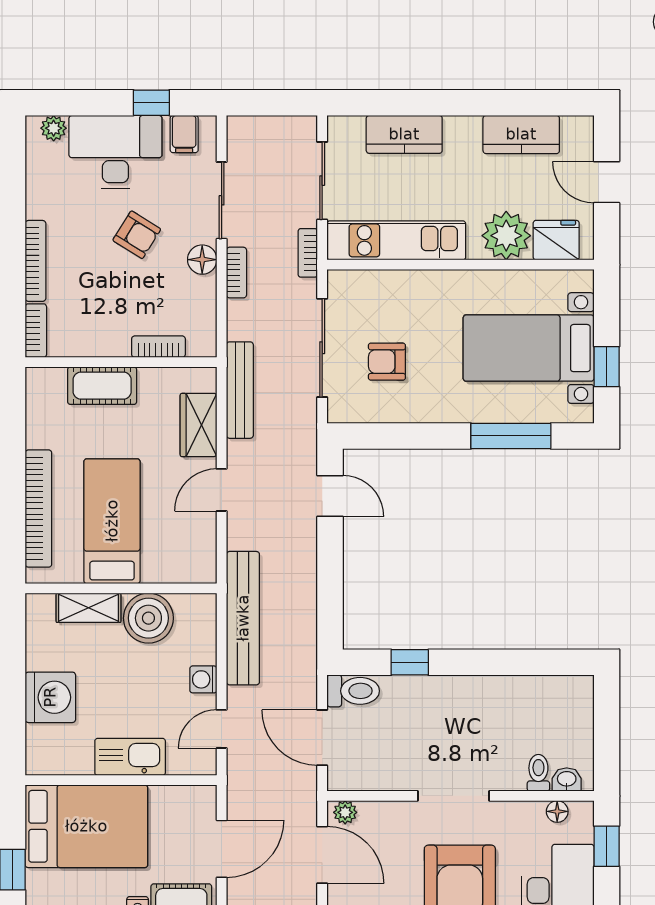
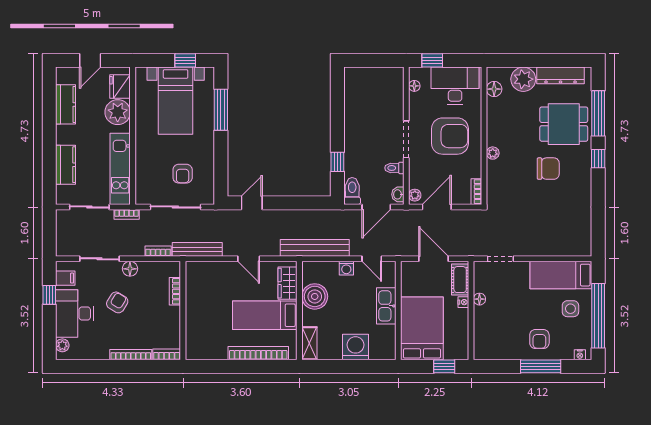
bookcase: (236, 273) -> (158, 251), moved
cot: (102, 386) -> (195, 320), removed
wardrobe: (199, 425) -> (288, 283), moved, turned 90
shelving: (89, 608) -> (309, 343), moved
toilet: (538, 773) -> (394, 168), moved
washbasin: (567, 779) -> (398, 194), moved

